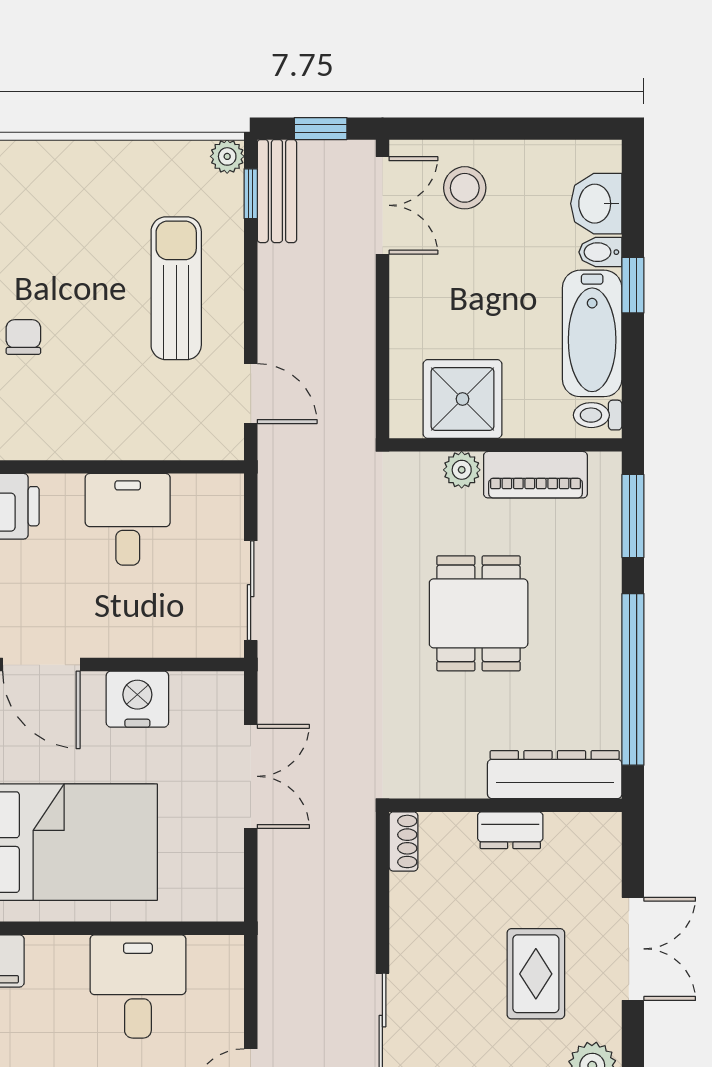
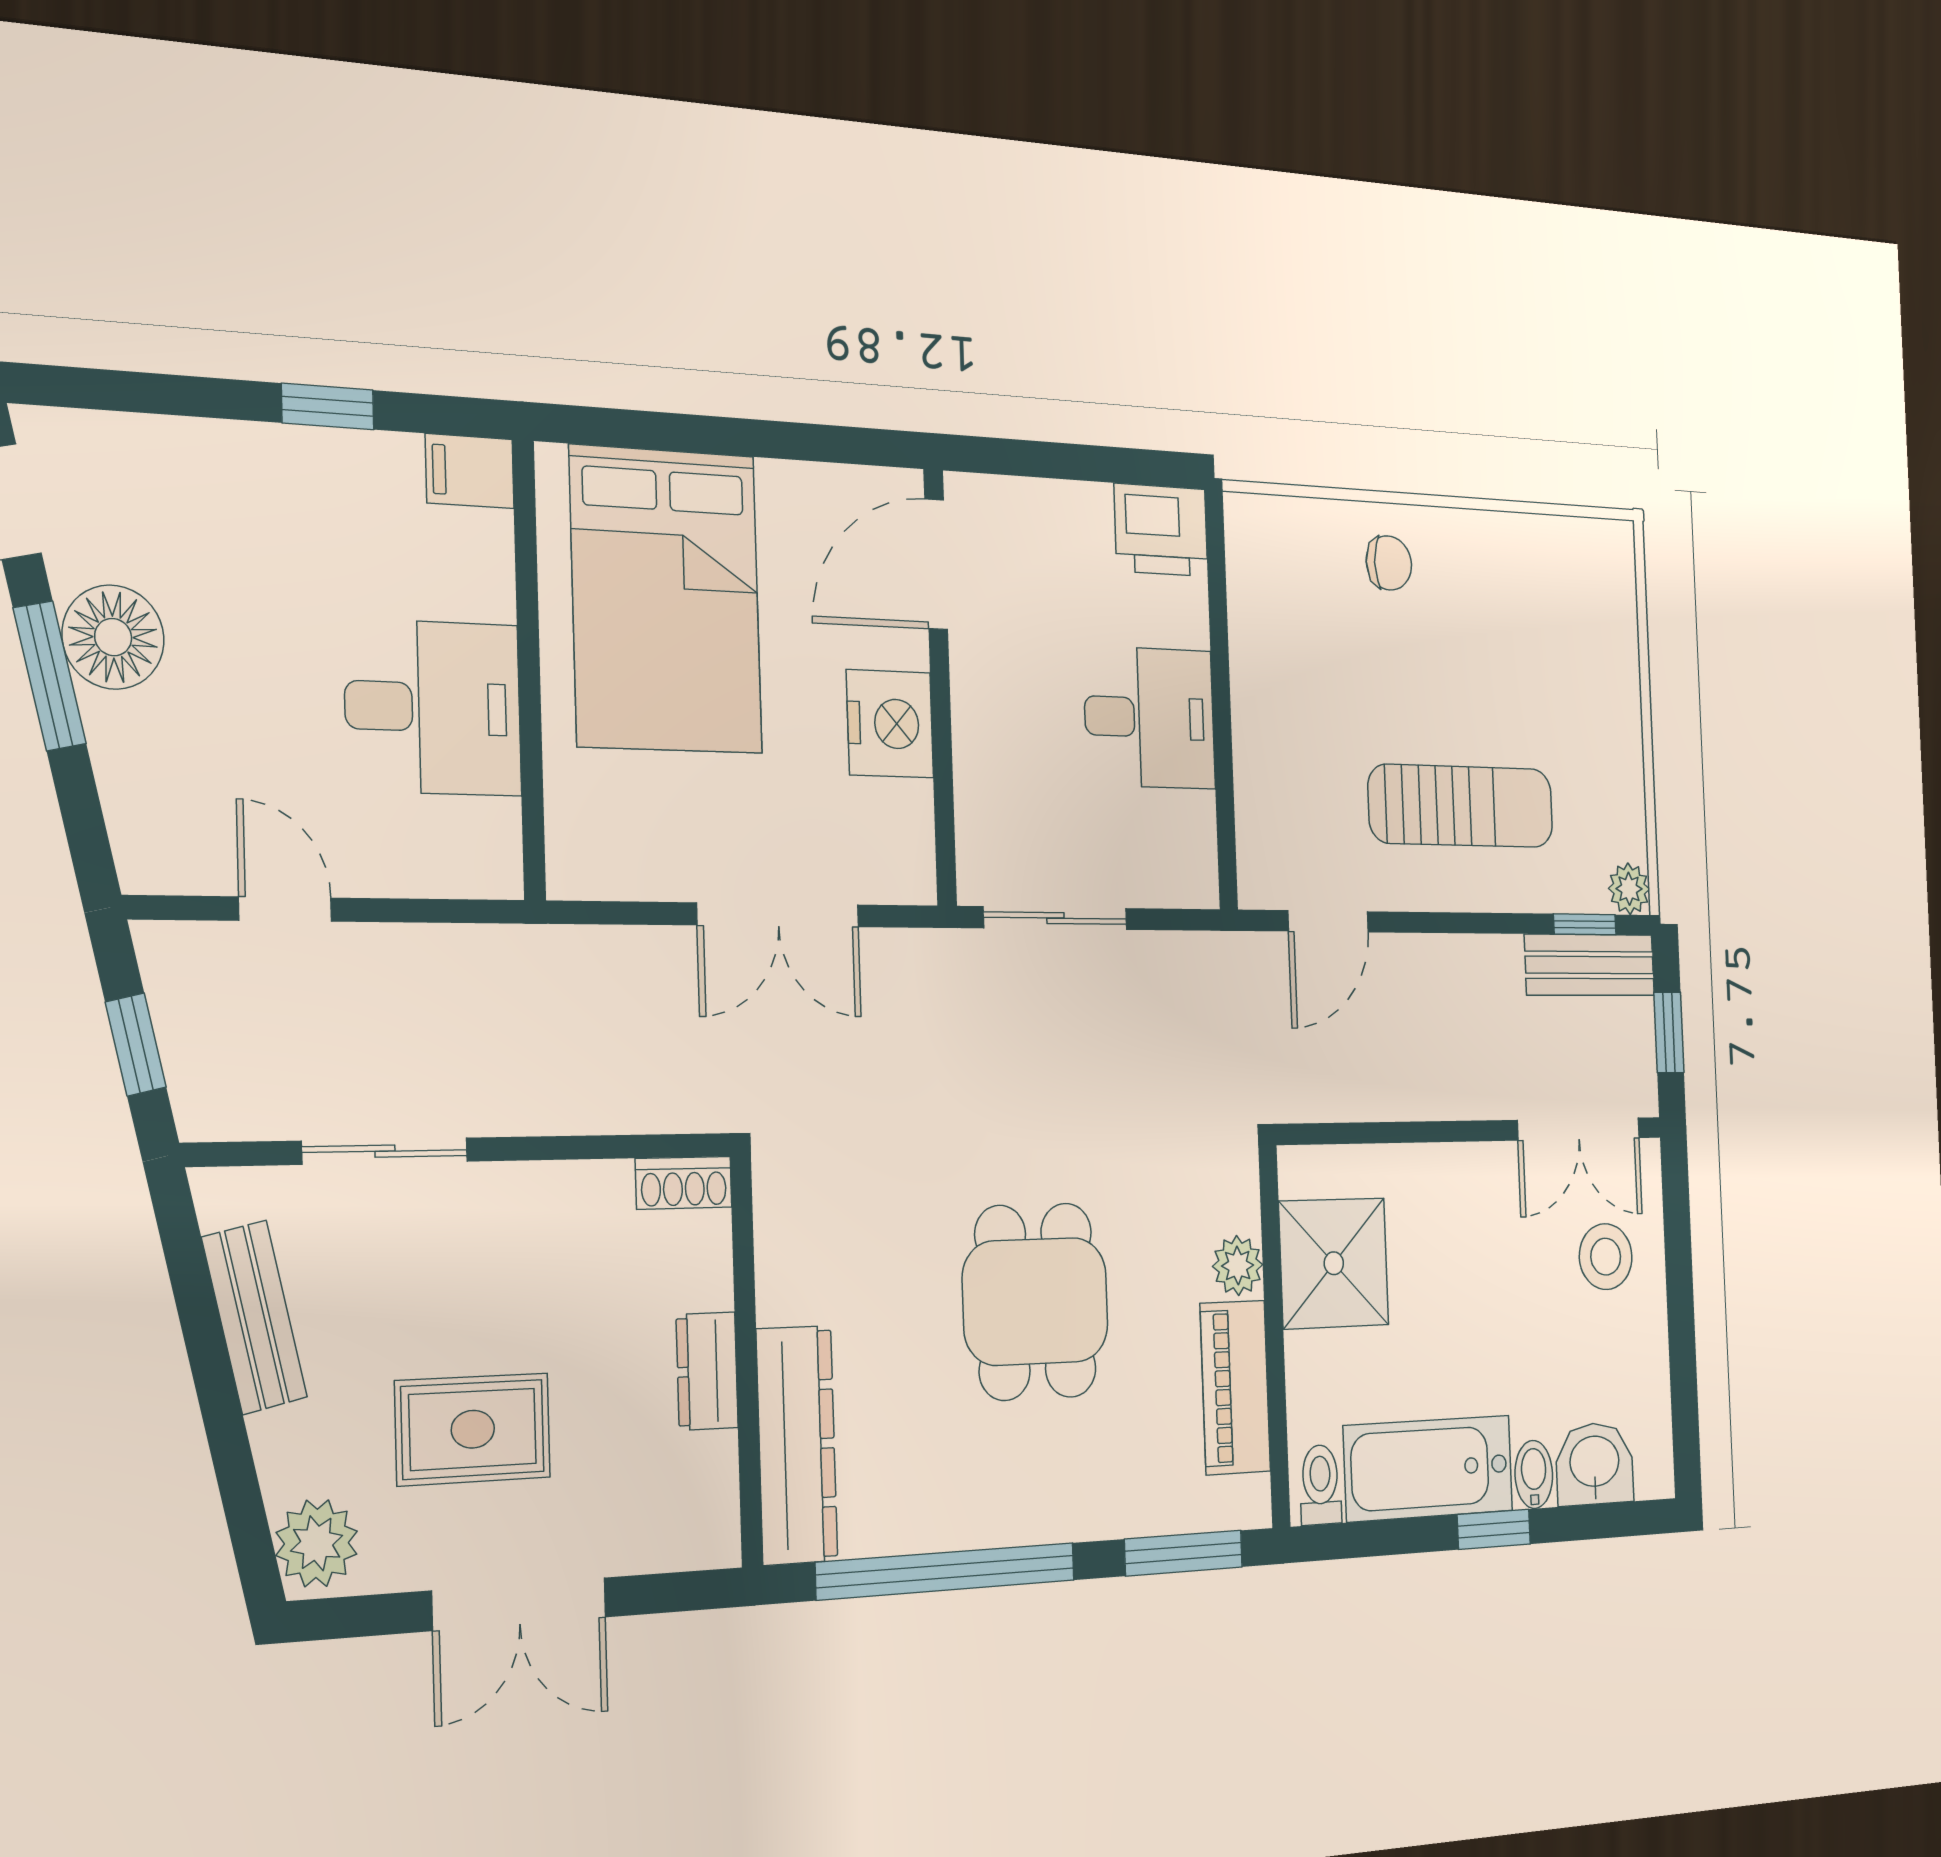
dining table: (479, 613) -> (1035, 1301), turned 90

